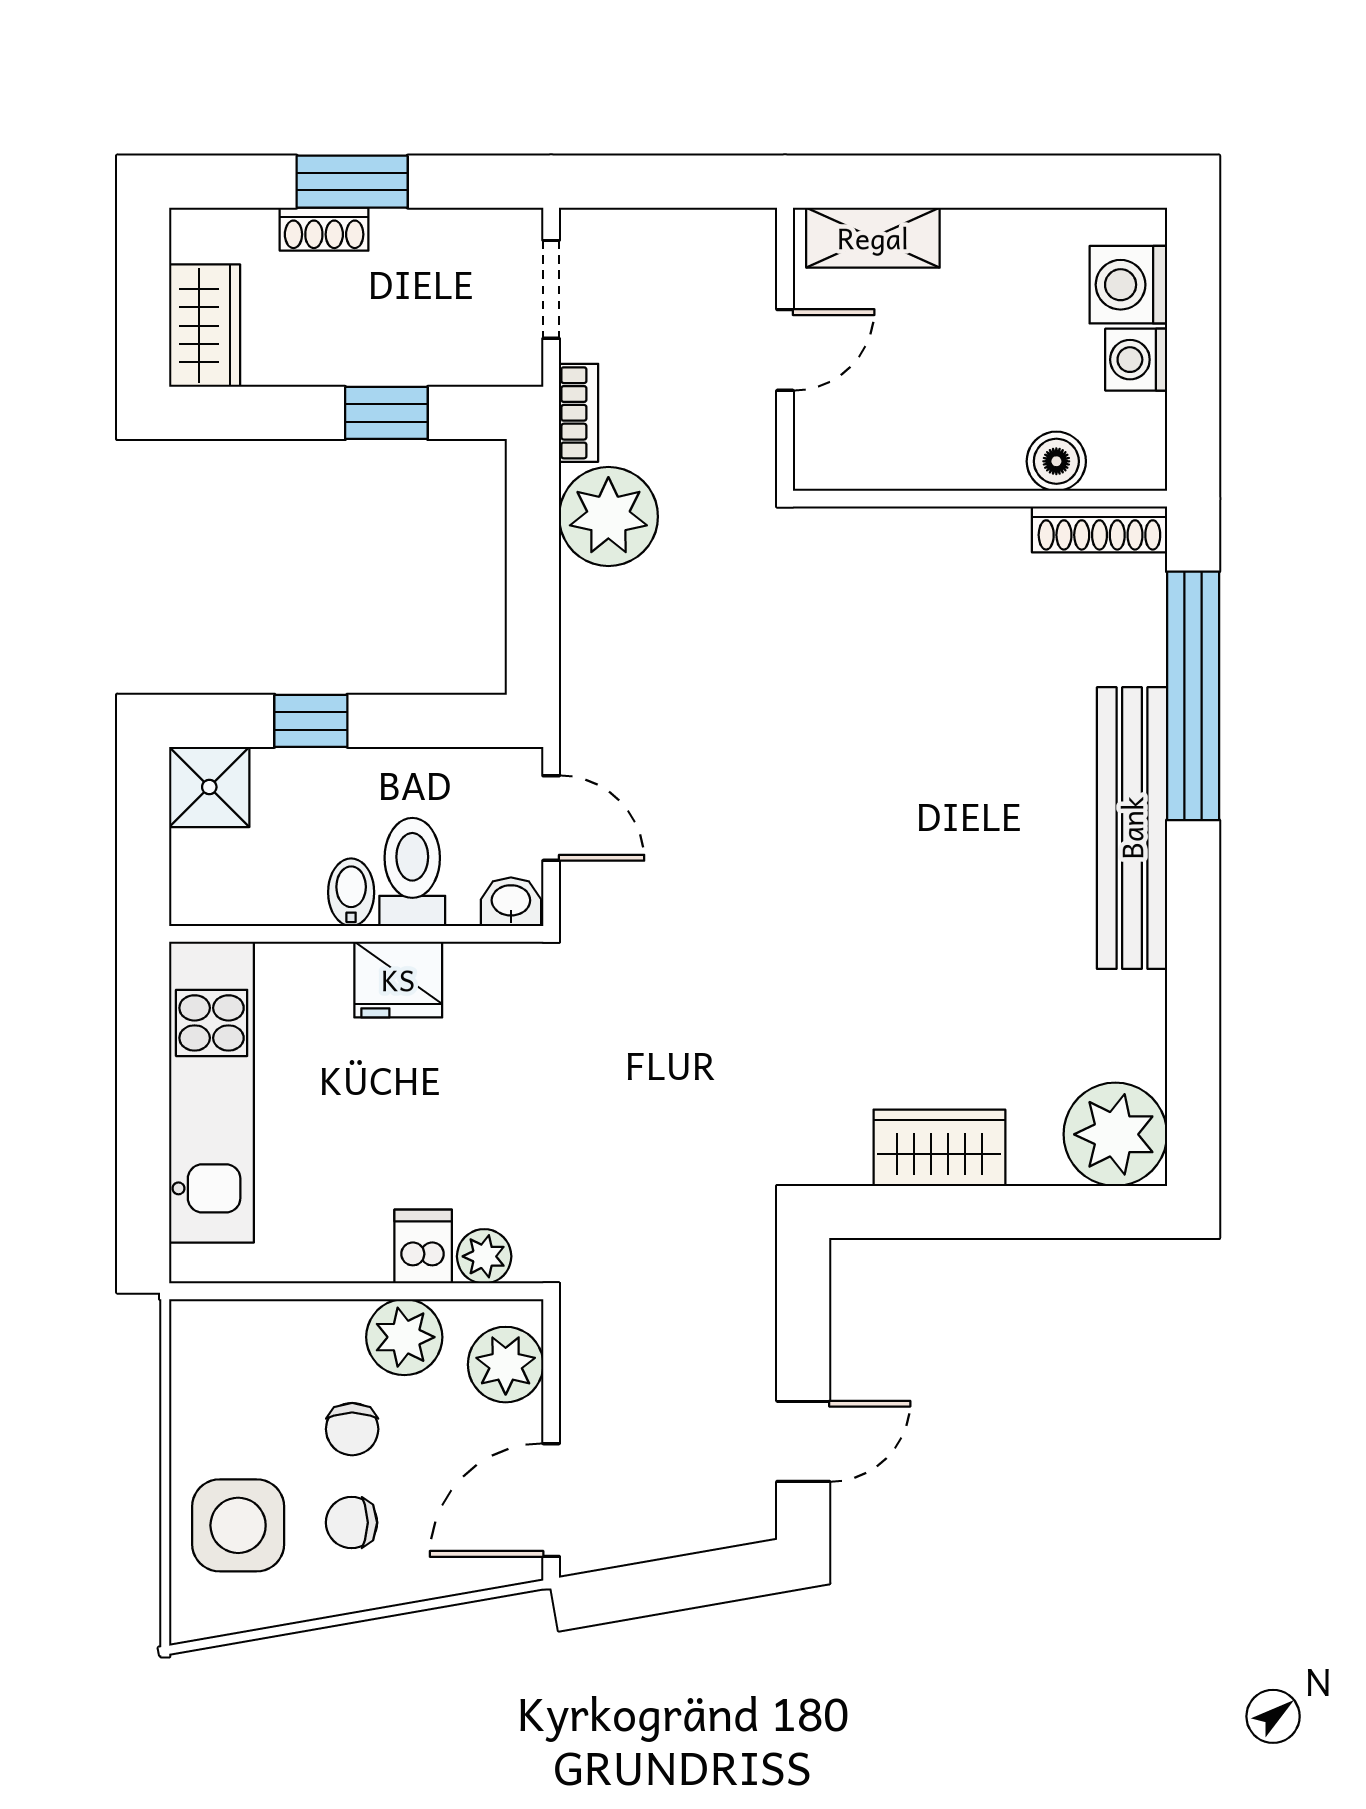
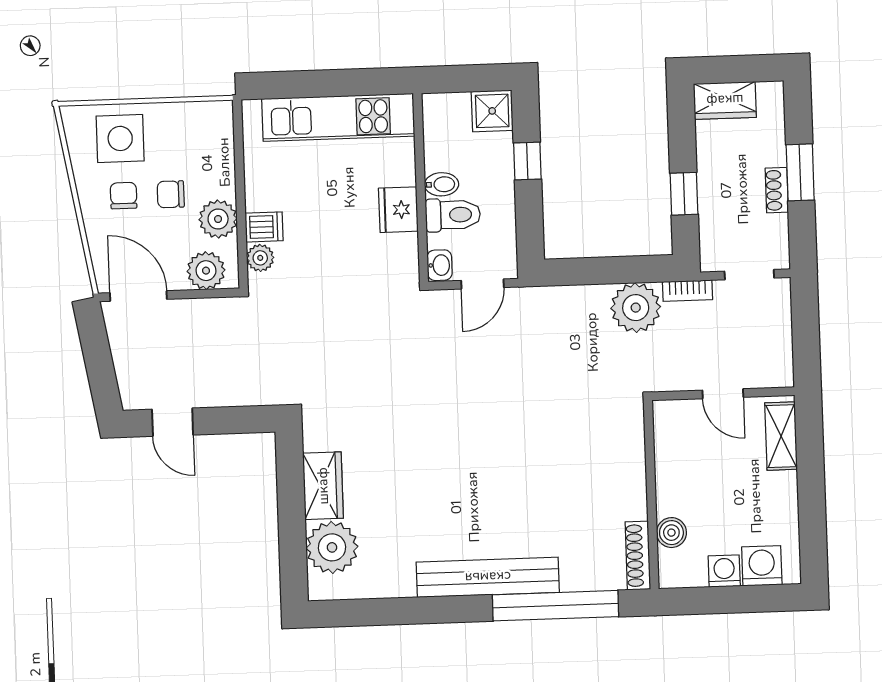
shoe rack: (324, 229) -> (777, 190), moved
plant: (1115, 1134) -> (332, 547), moved

